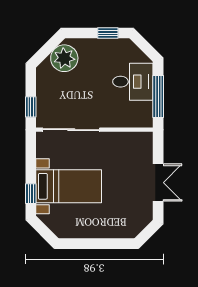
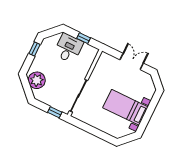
window: (158, 97) -> (84, 38), width x0.46
bed with nightstands: (69, 186) -> (125, 107), moved, turned -90
window: (31, 194) -> (103, 136), removed

